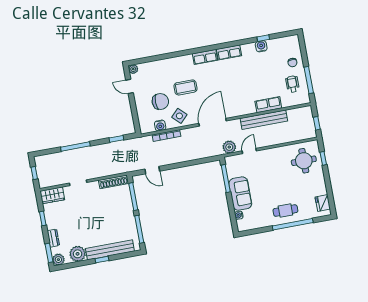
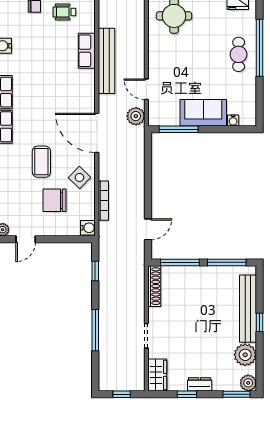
chair: (160, 101) -> (55, 200), turned -90
water cooler: (160, 125) -> (88, 228), moved
dresser: (53, 238) -> (200, 384), moved

